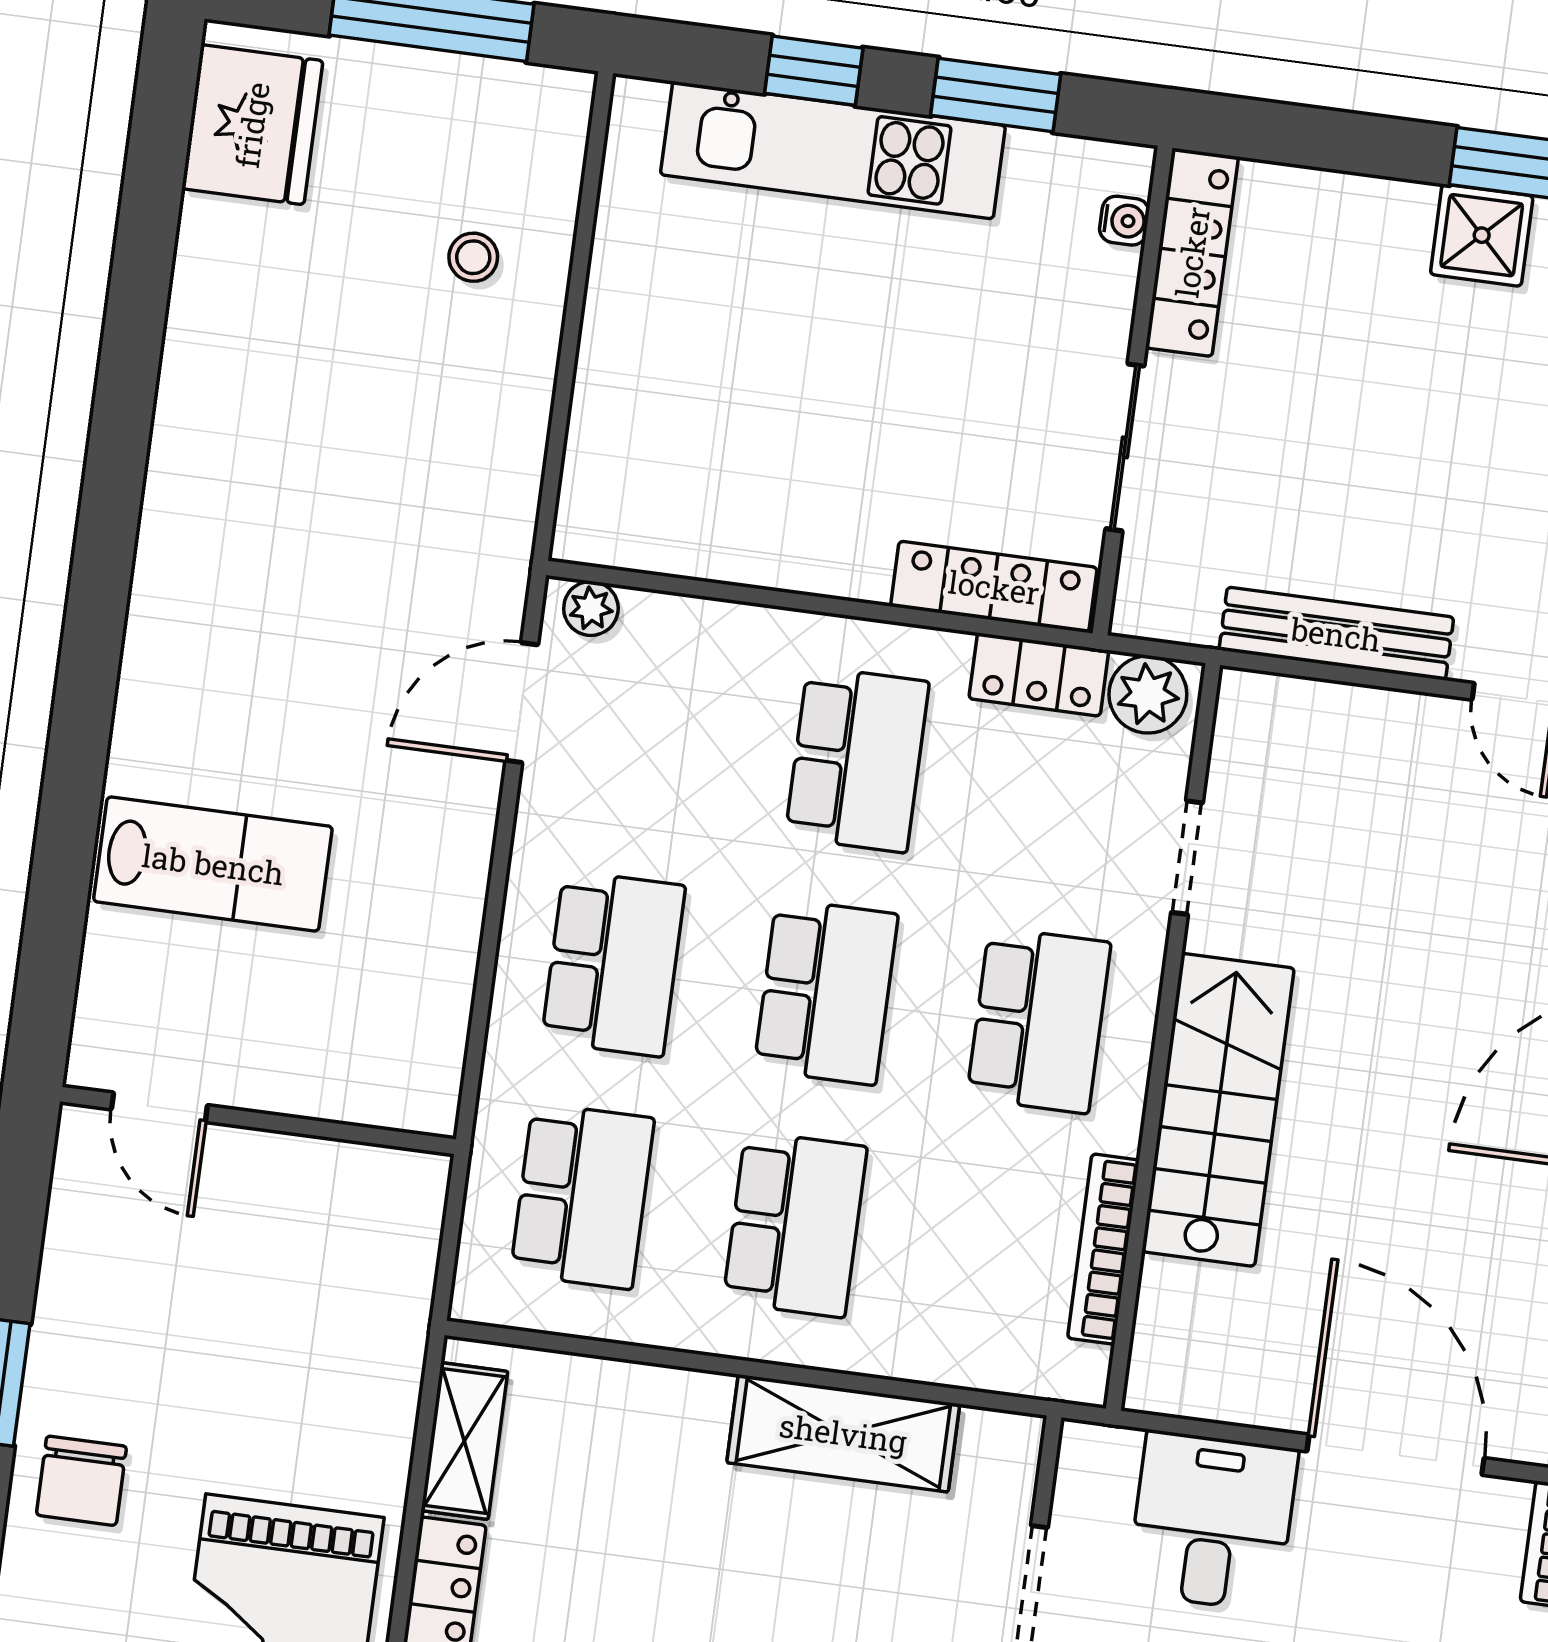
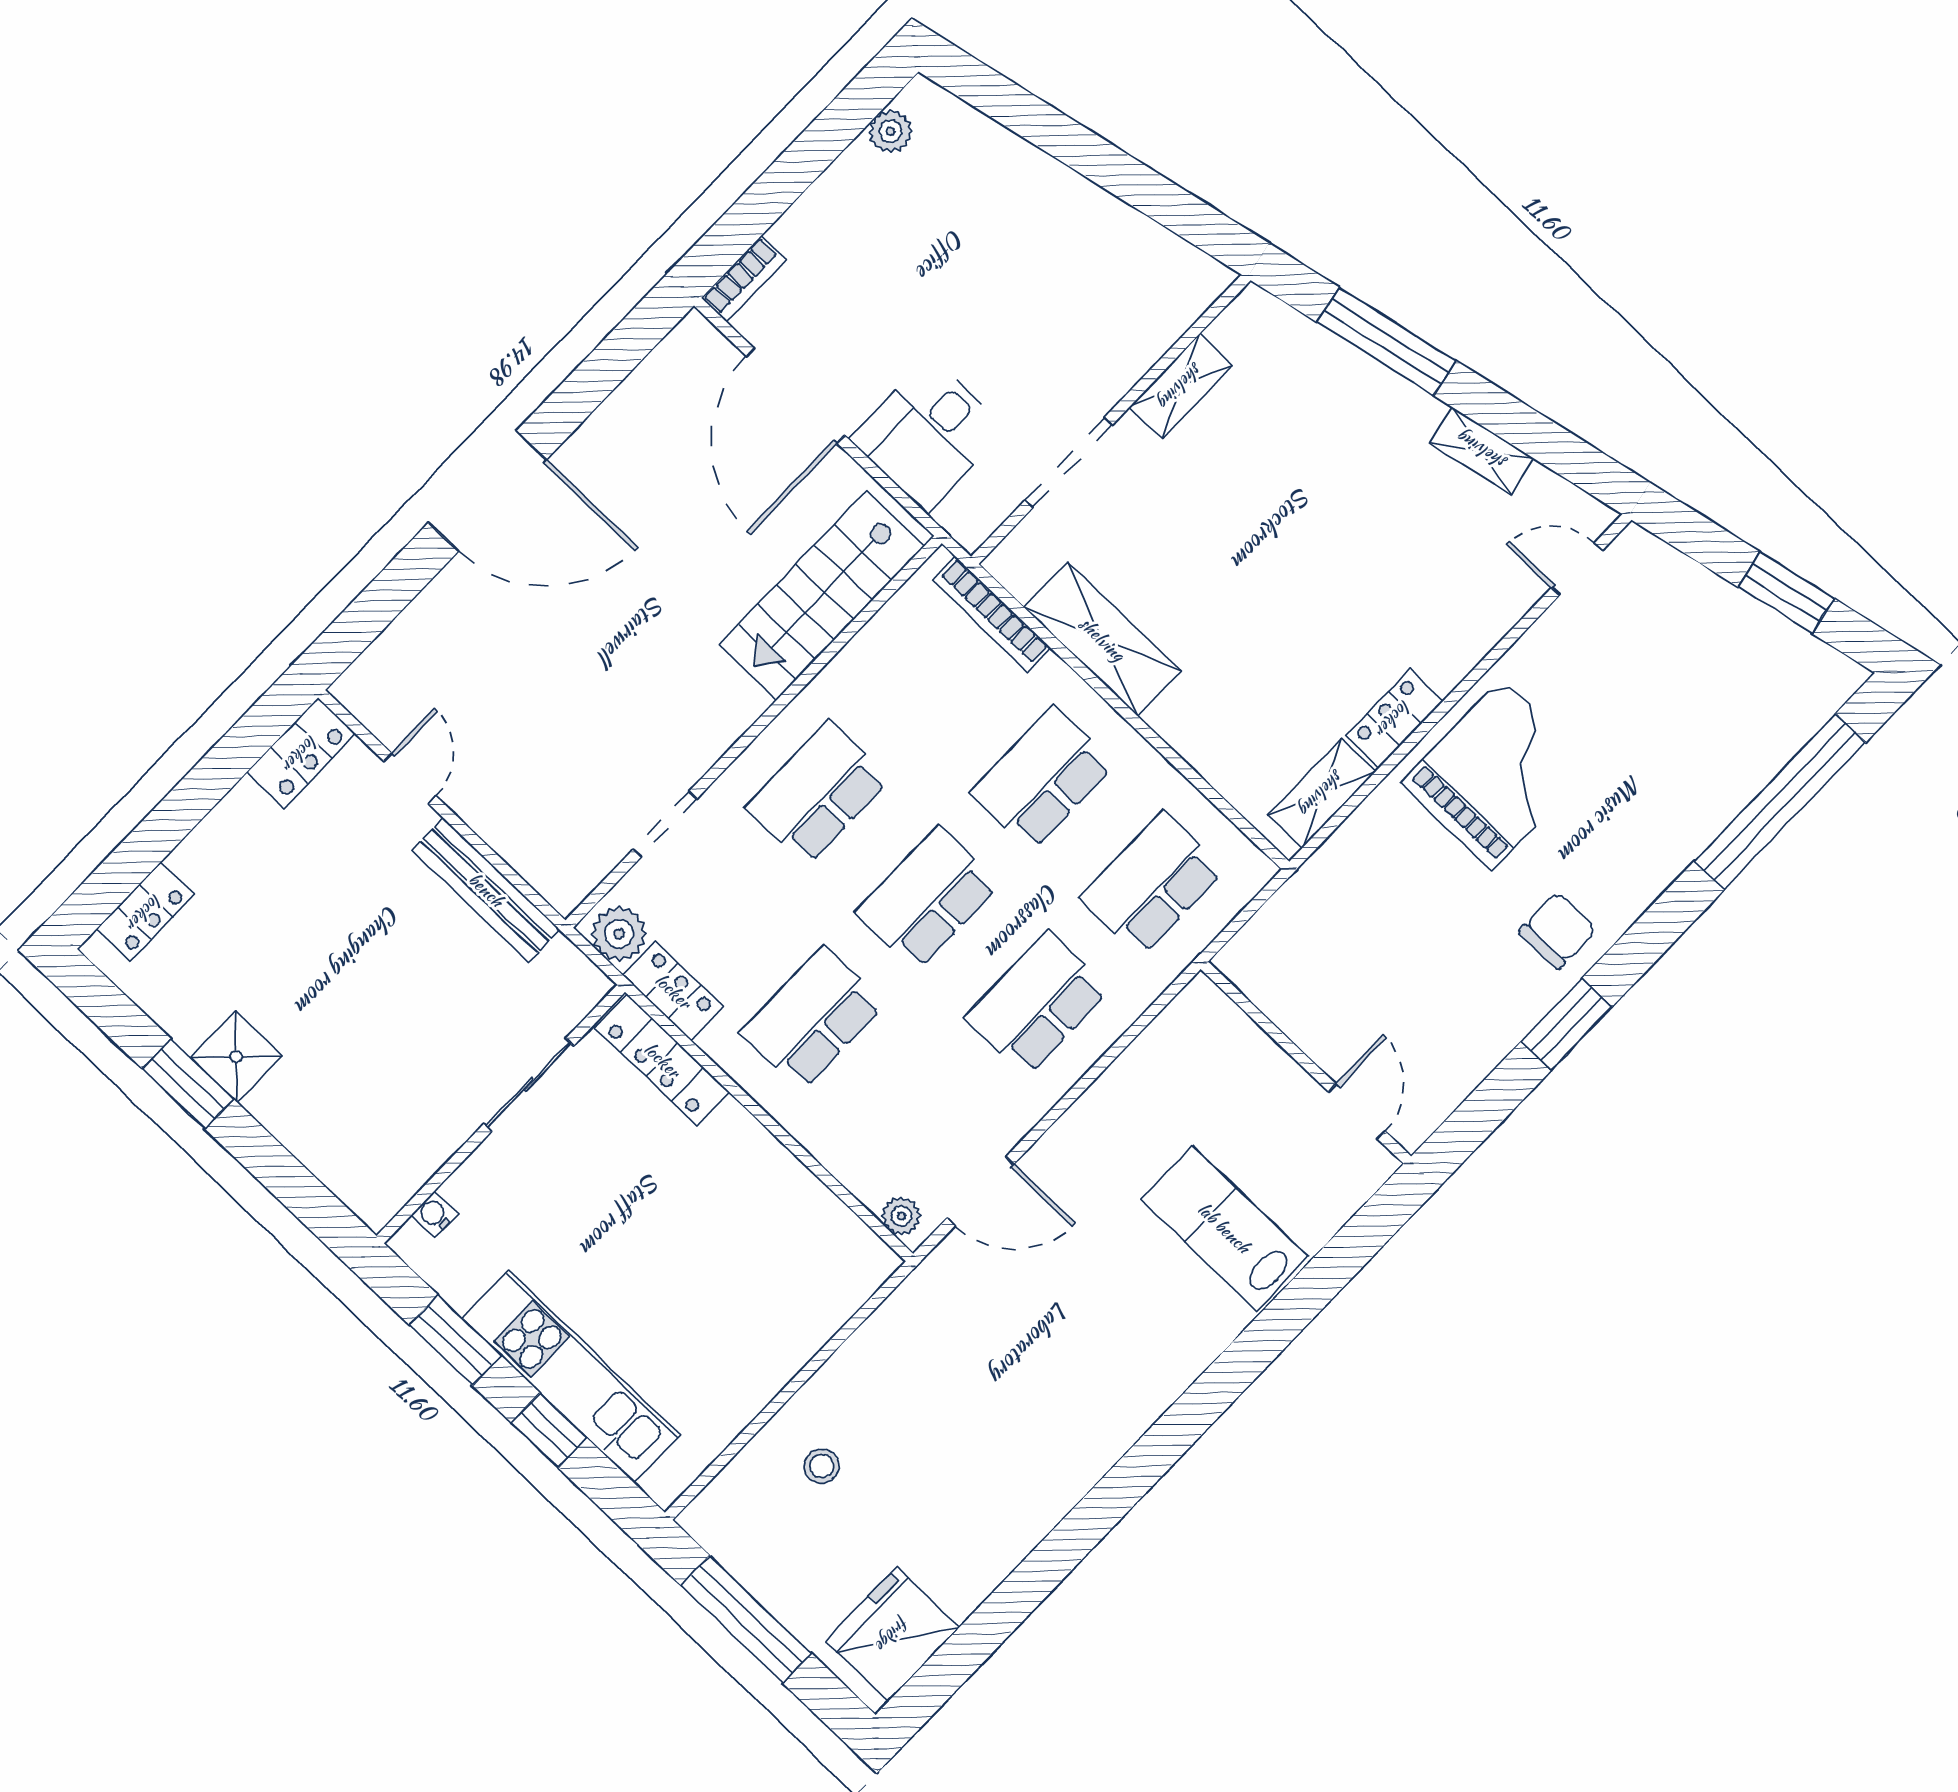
locker: (1192, 252) -> (409, 1168), removed
stairs: (1218, 1110) -> (822, 595), moved
bookcase: (1103, 1249) -> (991, 614), moved, turned 90

